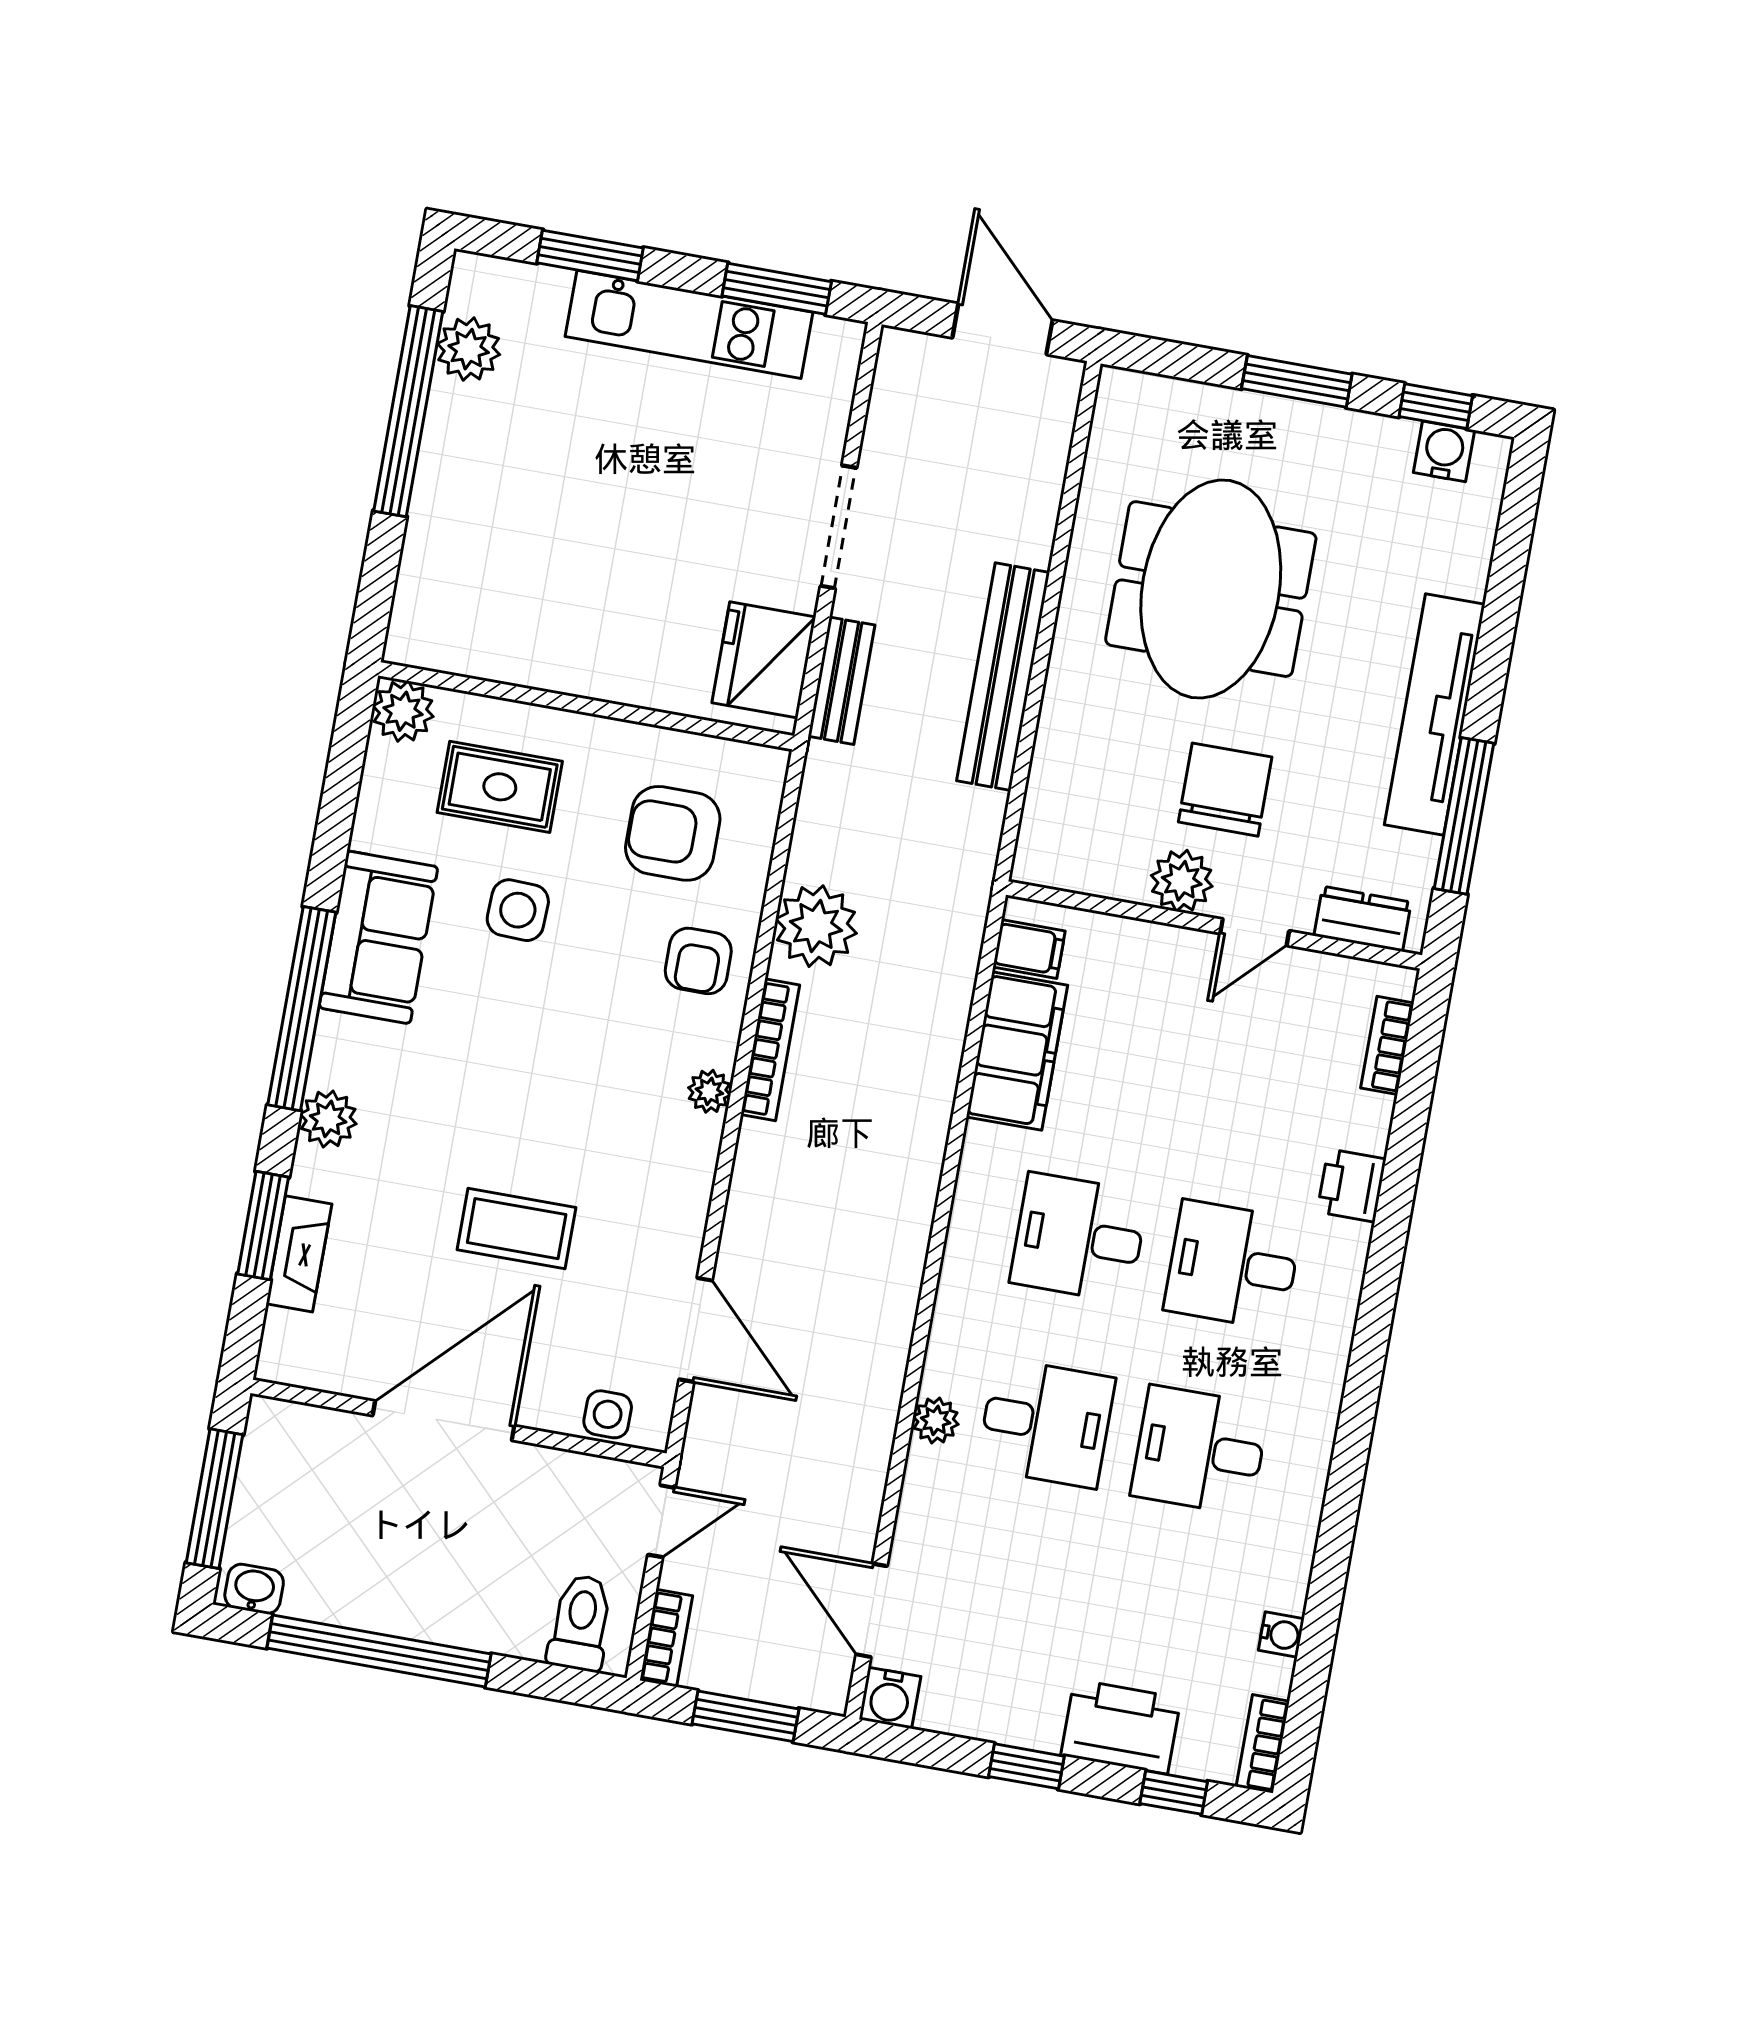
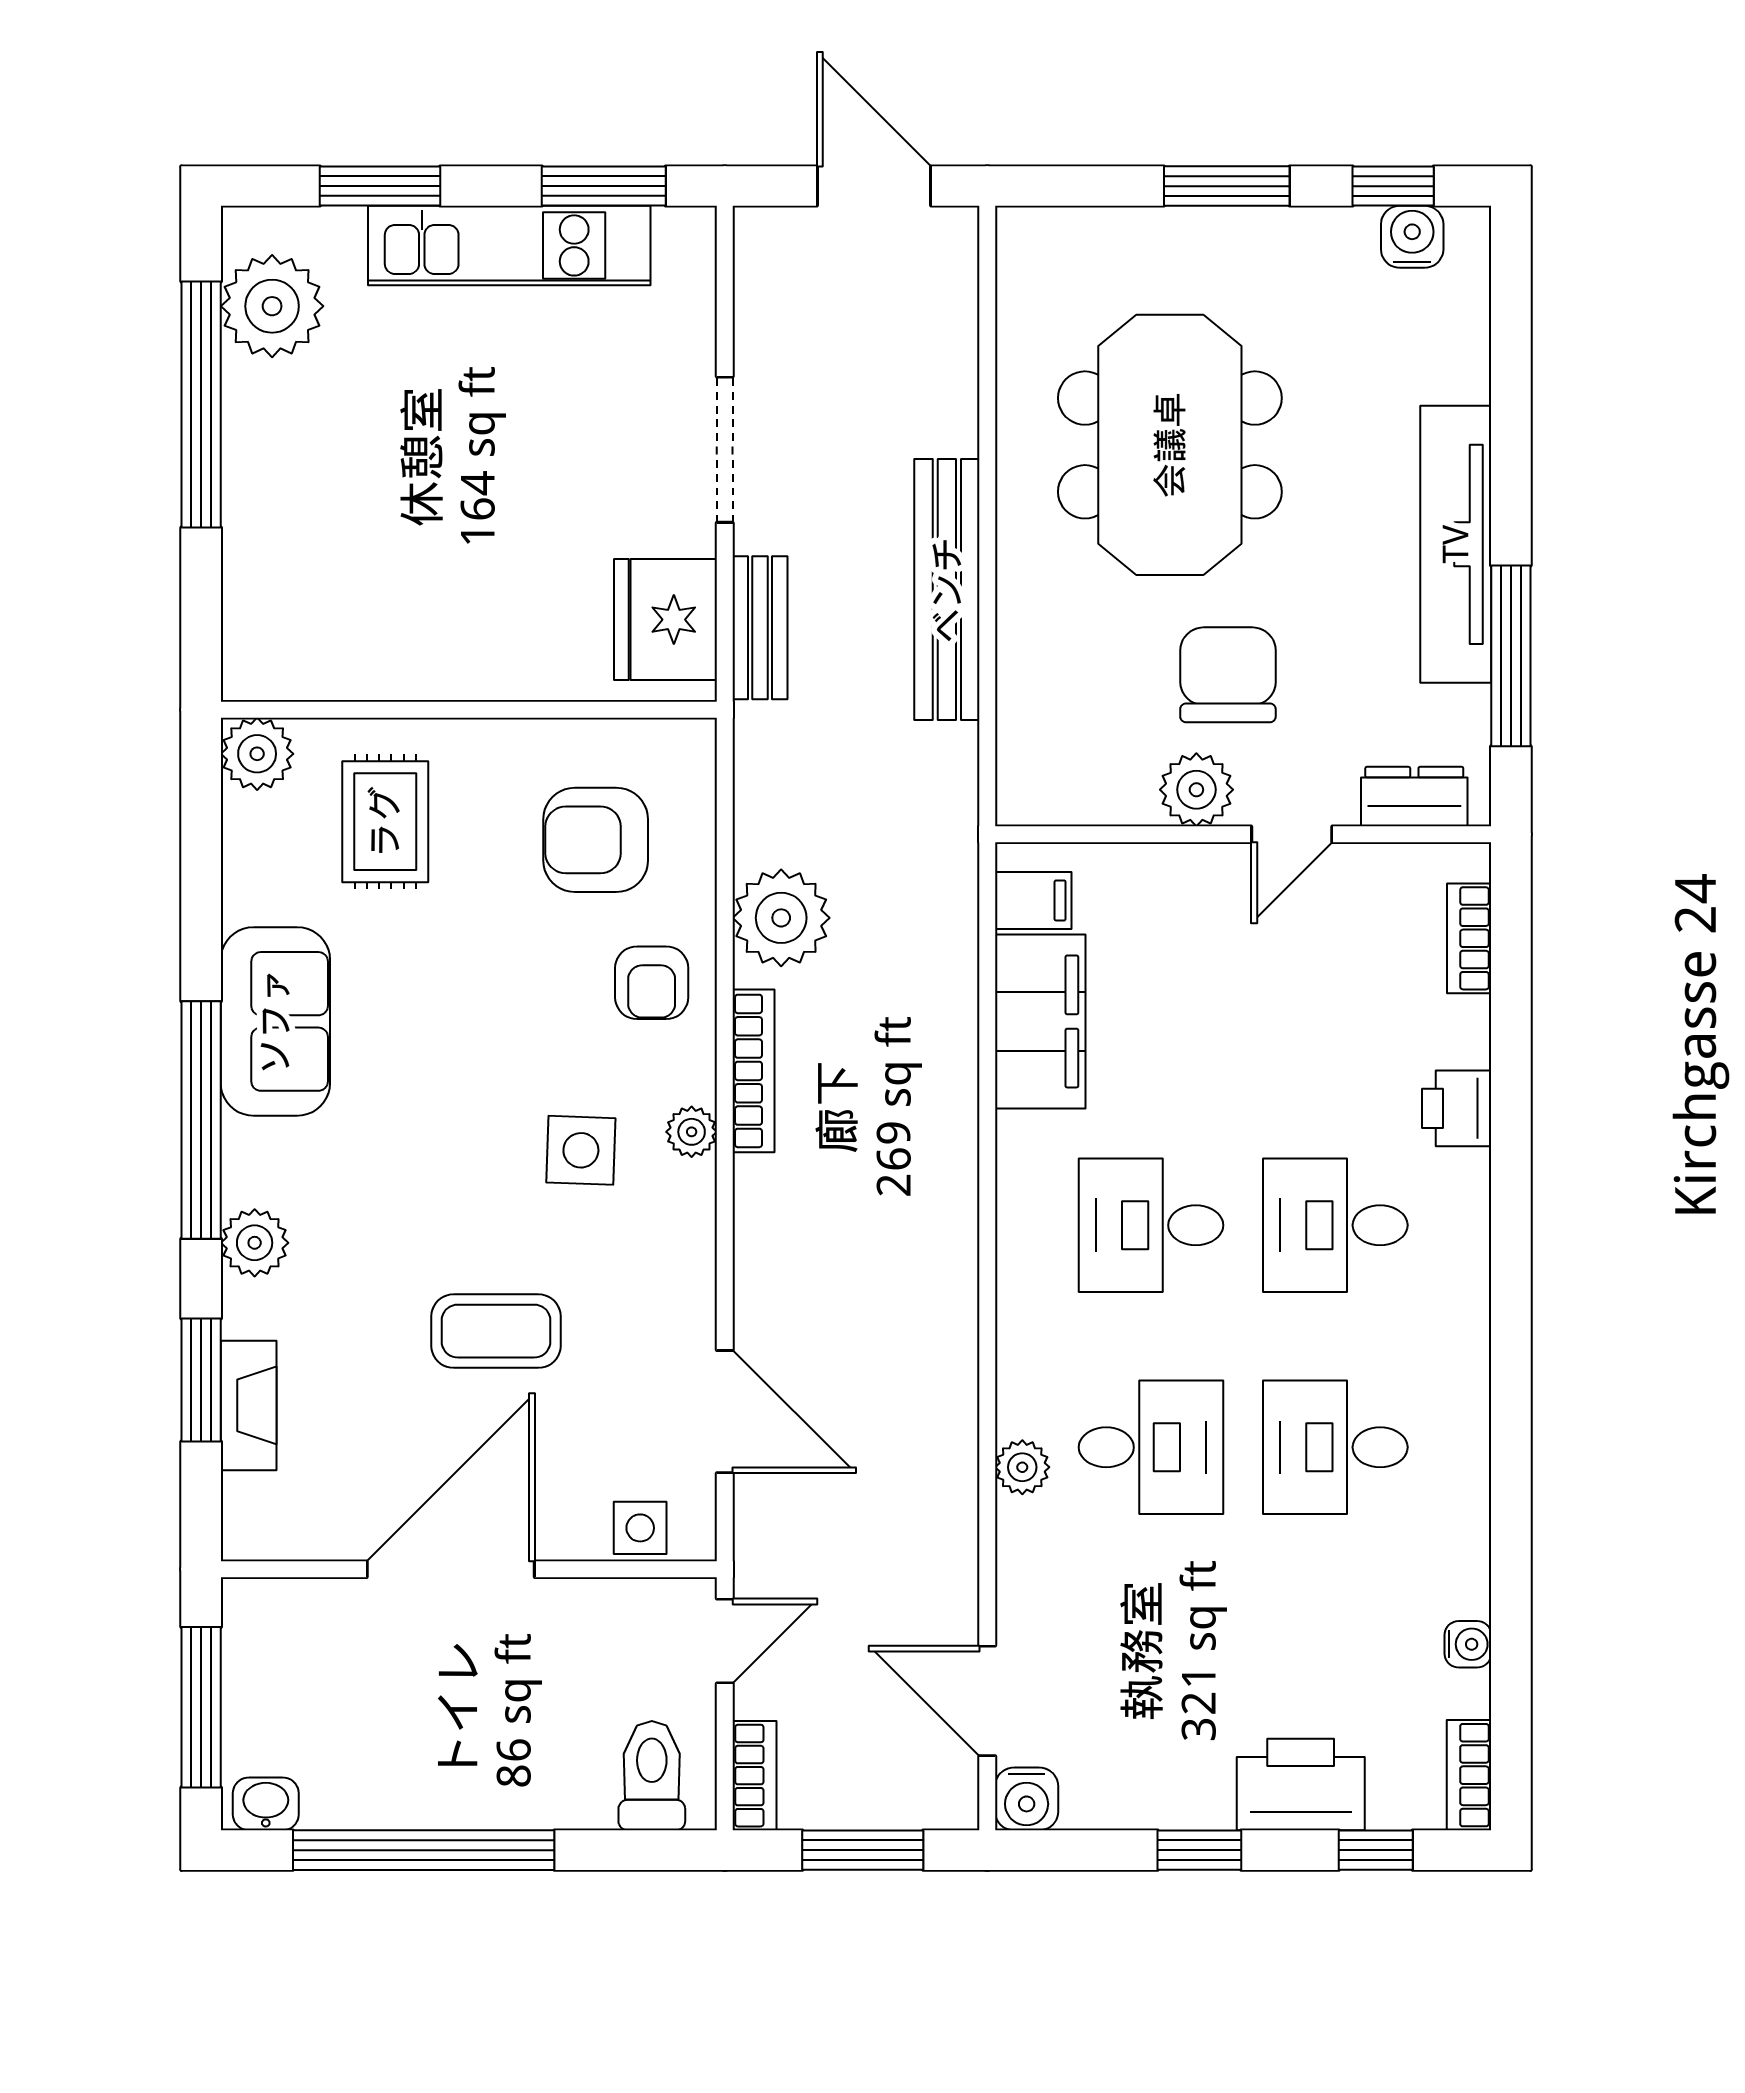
plant: (469, 349) -> (272, 306), width x1.36, depth x1.36
rug: (500, 787) -> (385, 822), turned 90
side table: (518, 910) -> (581, 1150), moved

